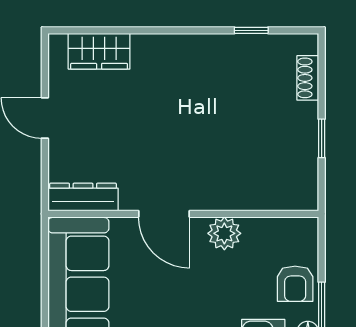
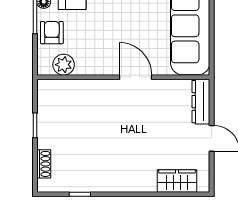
dresser: (83, 197) -> (201, 102), moved, turned 90
plant: (224, 233) -> (64, 65), moved

